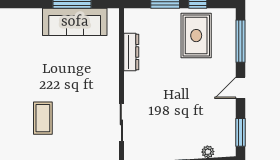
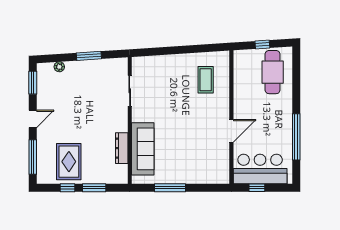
sofa: (75, 22) -> (143, 149), moved, turned 90
coffee table: (43, 118) -> (206, 80), moved

